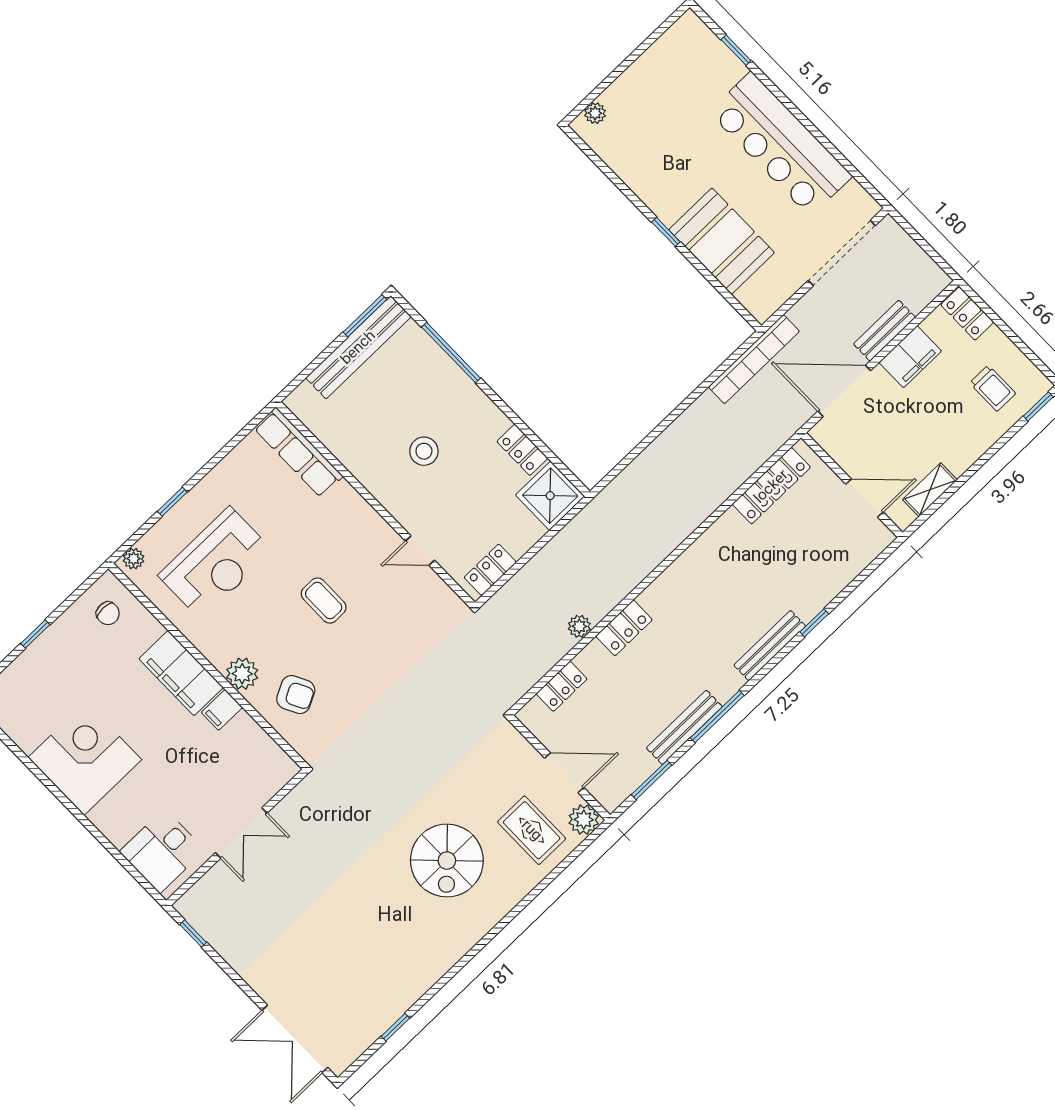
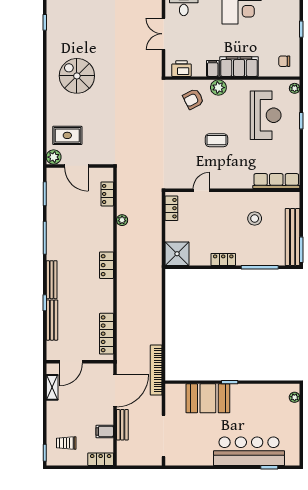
bar counter: (781, 144) -> (249, 451), moved
filing cabinet: (910, 357) -> (105, 431), width x0.50
locker: (522, 450) -> (223, 259), moved
stool: (424, 451) -> (255, 218), moved
reception desk: (215, 563) -> (266, 115), turned 180
locker: (624, 628) -> (107, 265), moved
bench: (684, 727) -> (52, 320), moved
printer: (267, 756) -> (181, 69), added
door: (564, 773) -> (76, 166), hinge flipped
spiral stairs: (447, 861) -> (77, 76), moved

